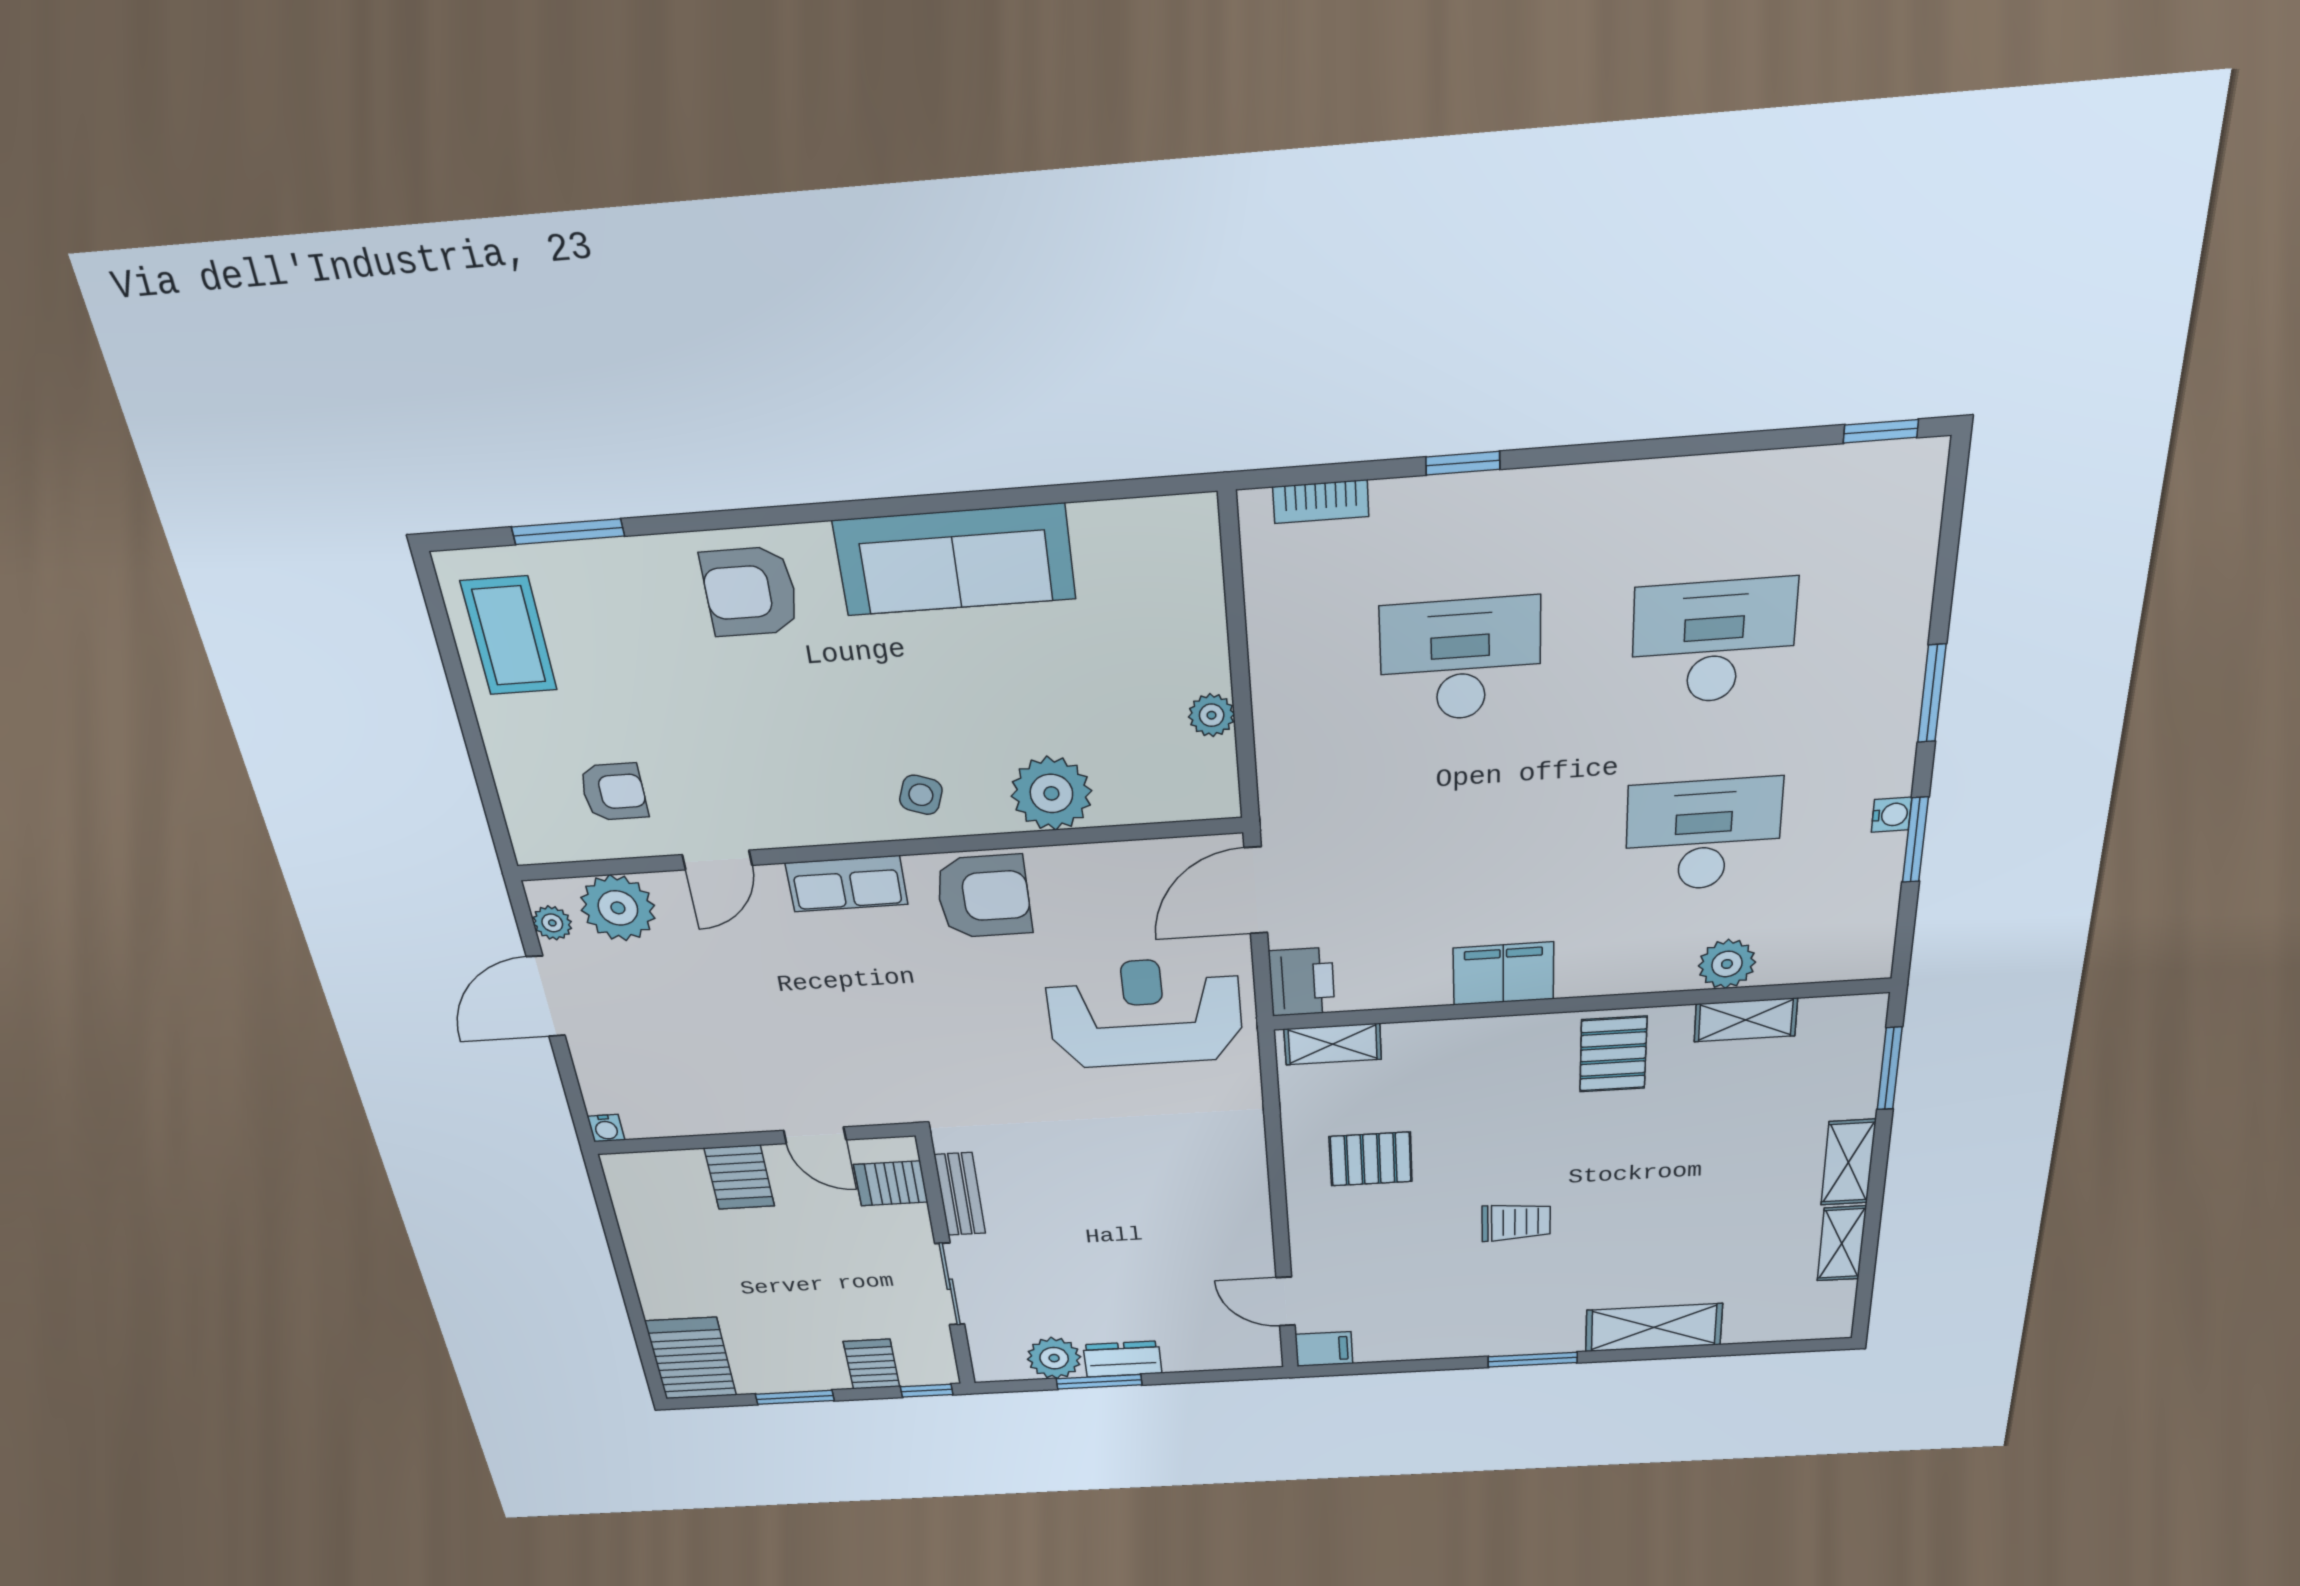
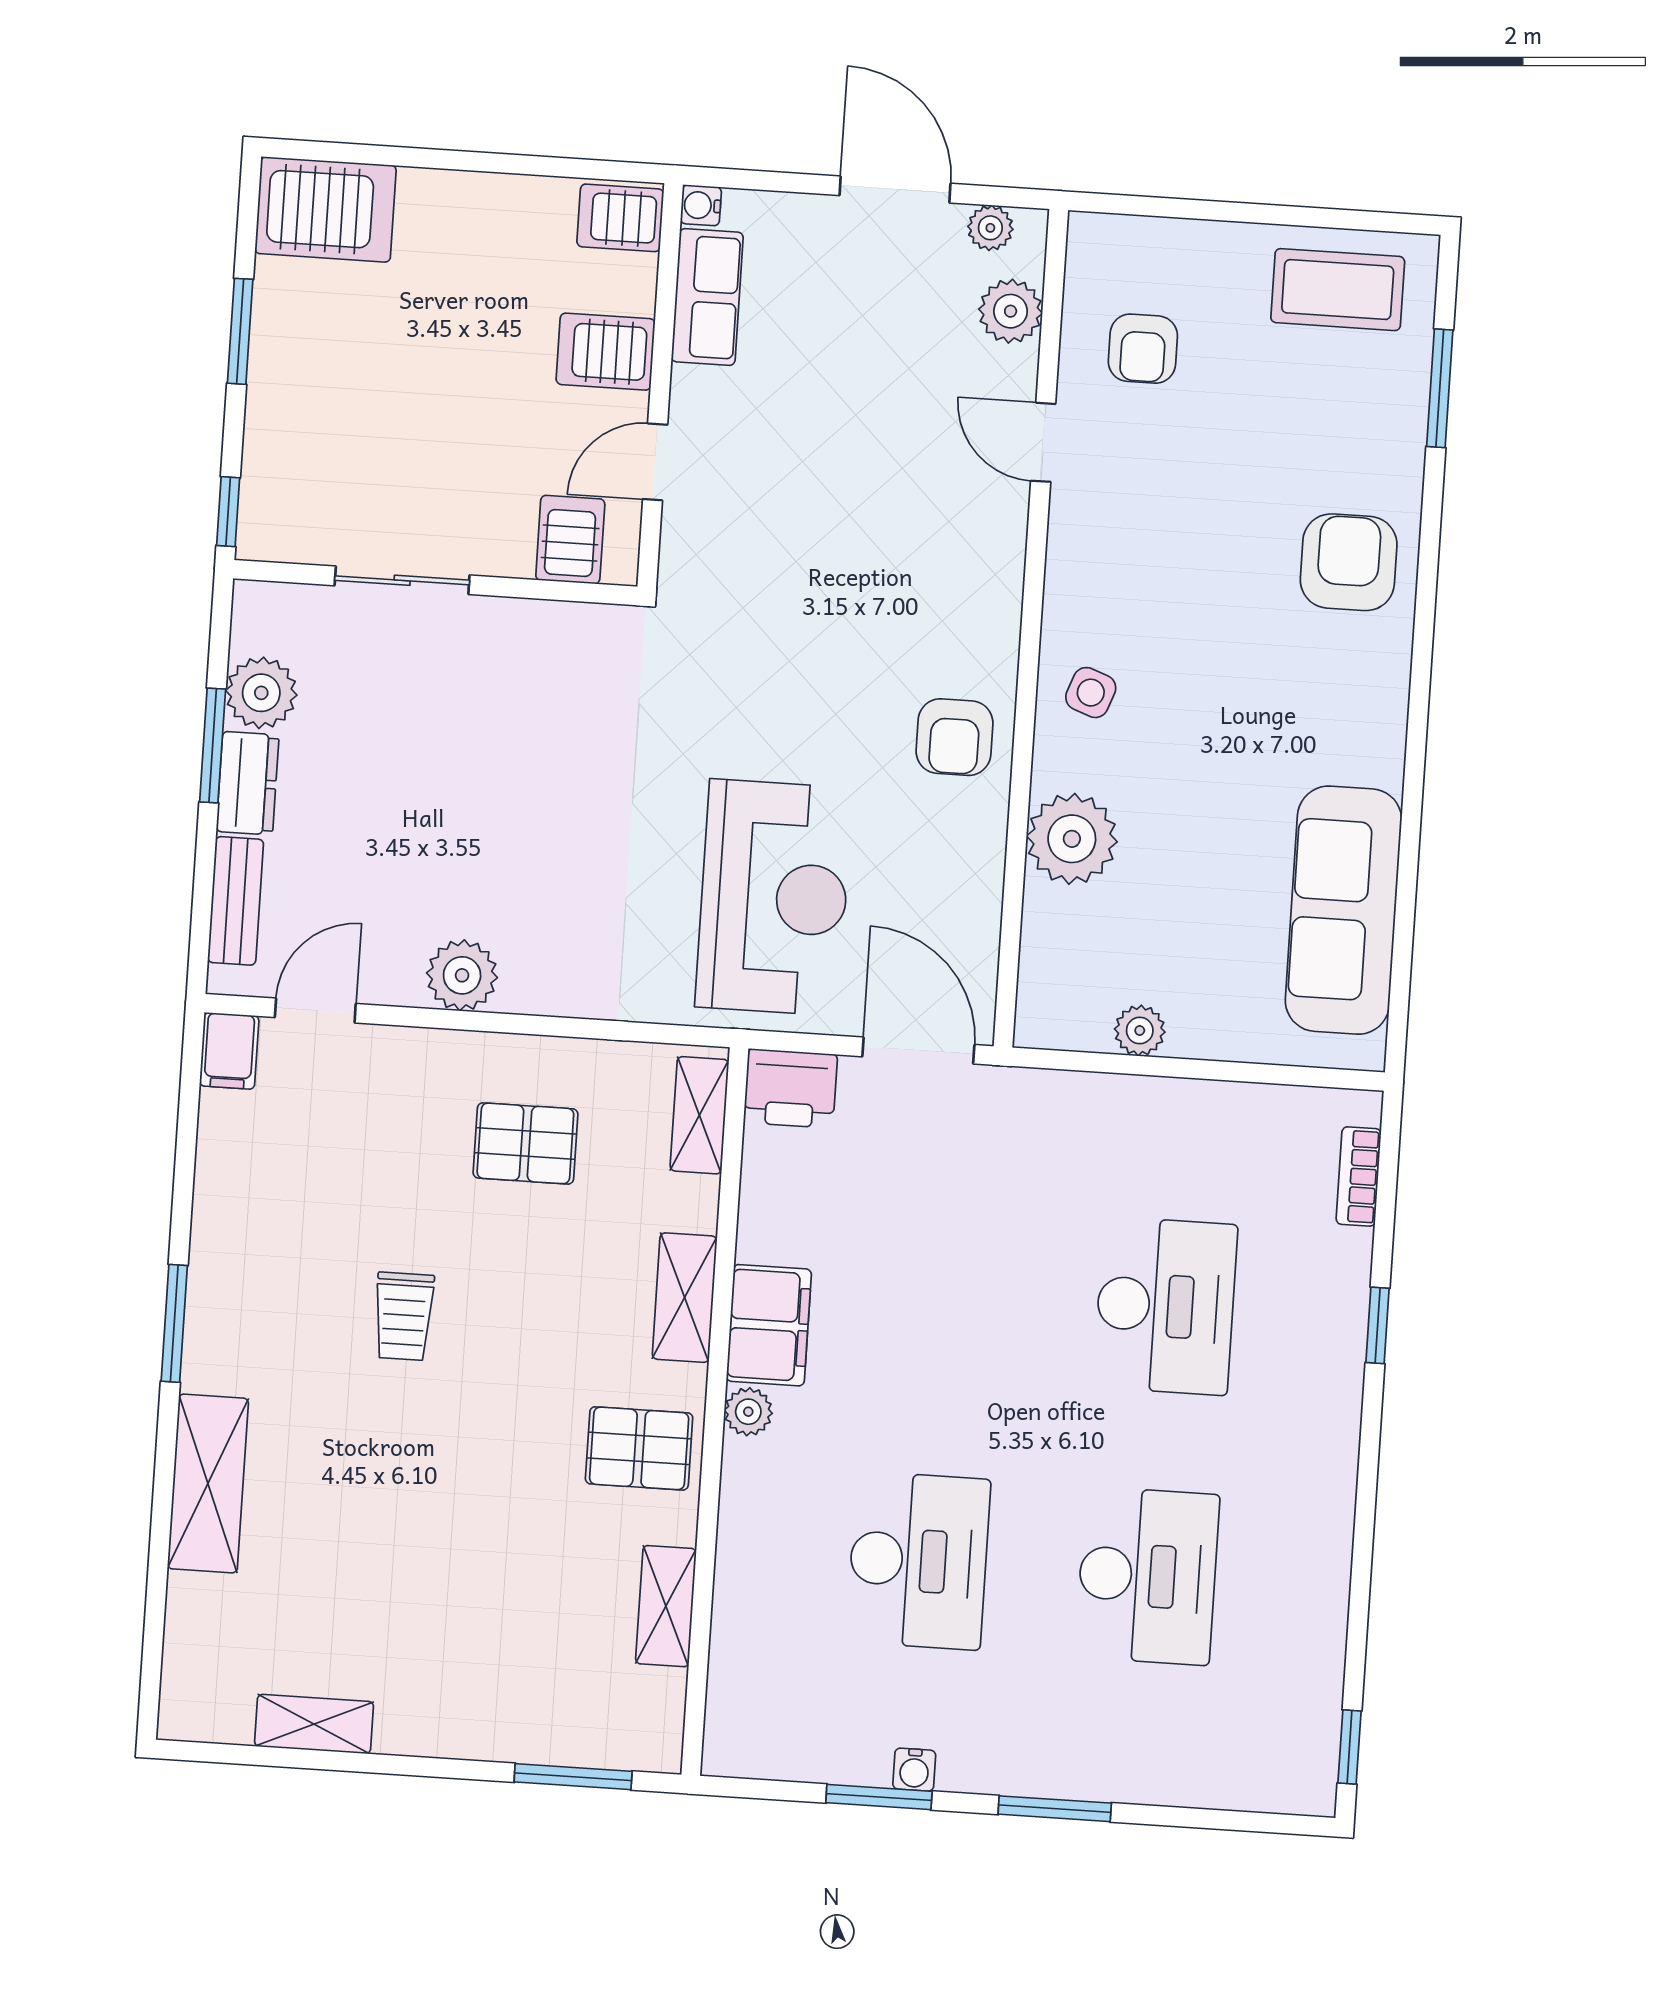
sofa: (955, 560) -> (1344, 910), moved
row of seats: (847, 884) -> (707, 297), moved, turned 180
armchair: (984, 896) -> (954, 737), width x0.72, depth x0.72
plant: (618, 908) -> (1011, 311), width x0.73, depth x0.73
plant: (1727, 964) -> (748, 1412), moved, width x0.73, depth x0.73
pallet: (1371, 1159) -> (525, 1143), turned 90
shelving: (1848, 1162) -> (685, 1298), moved, turned 90
bench: (960, 1194) -> (236, 901), moved, turned 90
plant: (1244, 1214) -> (462, 975), added
server rack: (872, 1364) -> (620, 218), moved, turned 180

